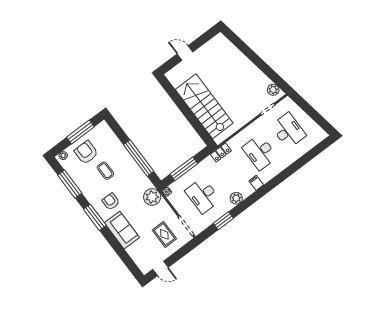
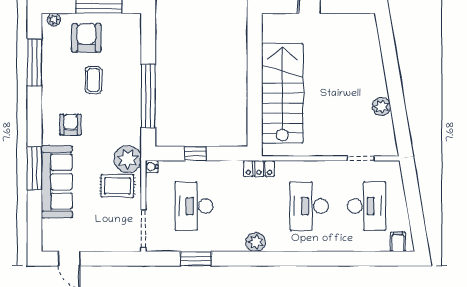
plant: (273, 90) -> (381, 107), moved
window: (184, 169) -> (196, 154), width x0.46
filing cabinet: (256, 183) -> (398, 242), moved
plant: (236, 198) -> (256, 242), moved
window: (95, 217) -> (35, 168), moved
sofa: (122, 230) -> (57, 182), width x1.36
rug: (164, 234) -> (117, 186), moved, turned 90

